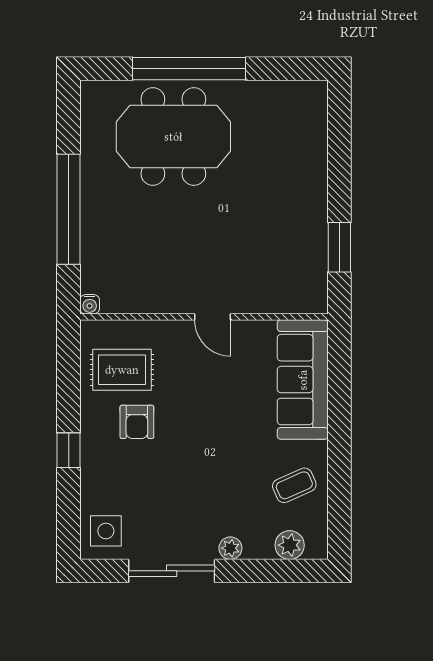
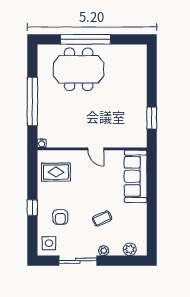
armchair: (137, 422) -> (60, 217), moved
coffee table: (294, 485) -> (102, 219), moved

